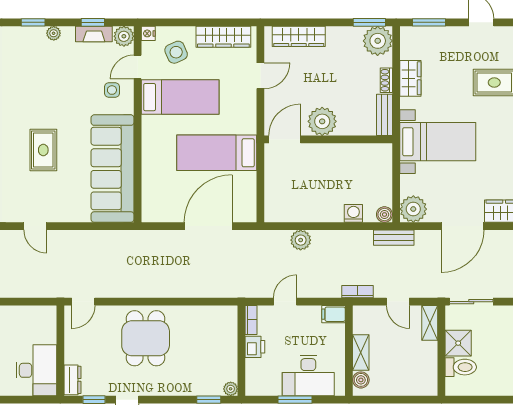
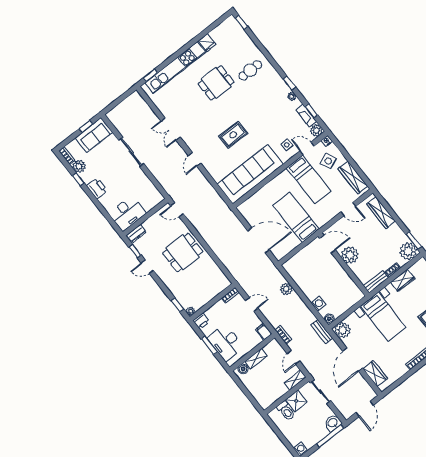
door: (463, 226) -> (353, 360), hinge flipped
printer: (255, 347) -> (201, 321), moved

